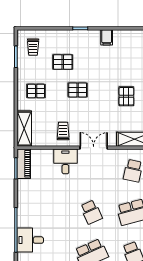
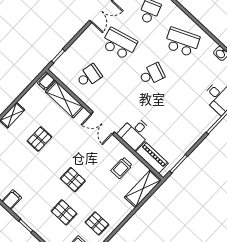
pallet: (36, 91) -> (97, 223), moved
trolley: (63, 131) -> (122, 168), moved
piano: (24, 164) -> (152, 158), moved, turned 90
school desk: (91, 212) -> (152, 74), turned 45

